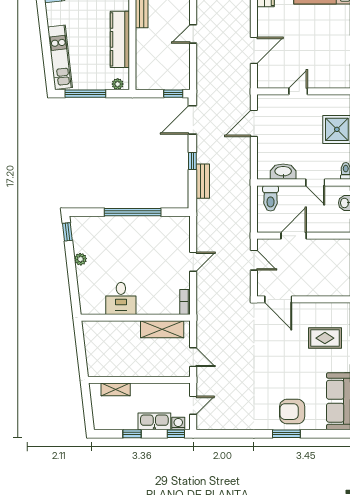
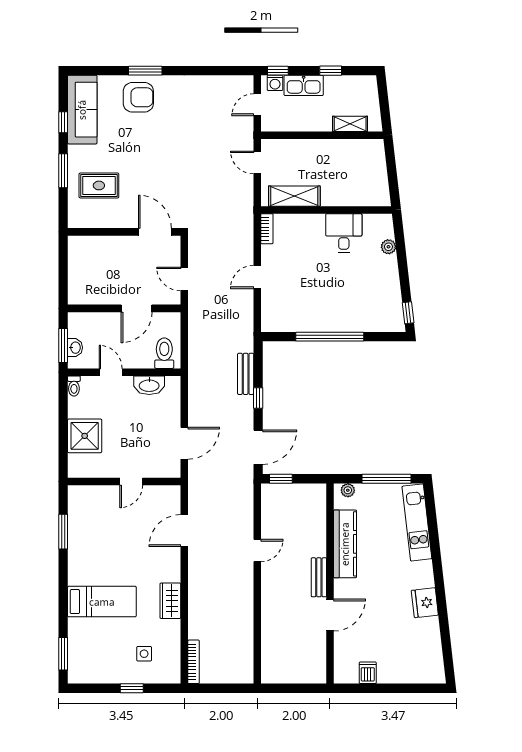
plant: (80, 259) -> (388, 247), moved

